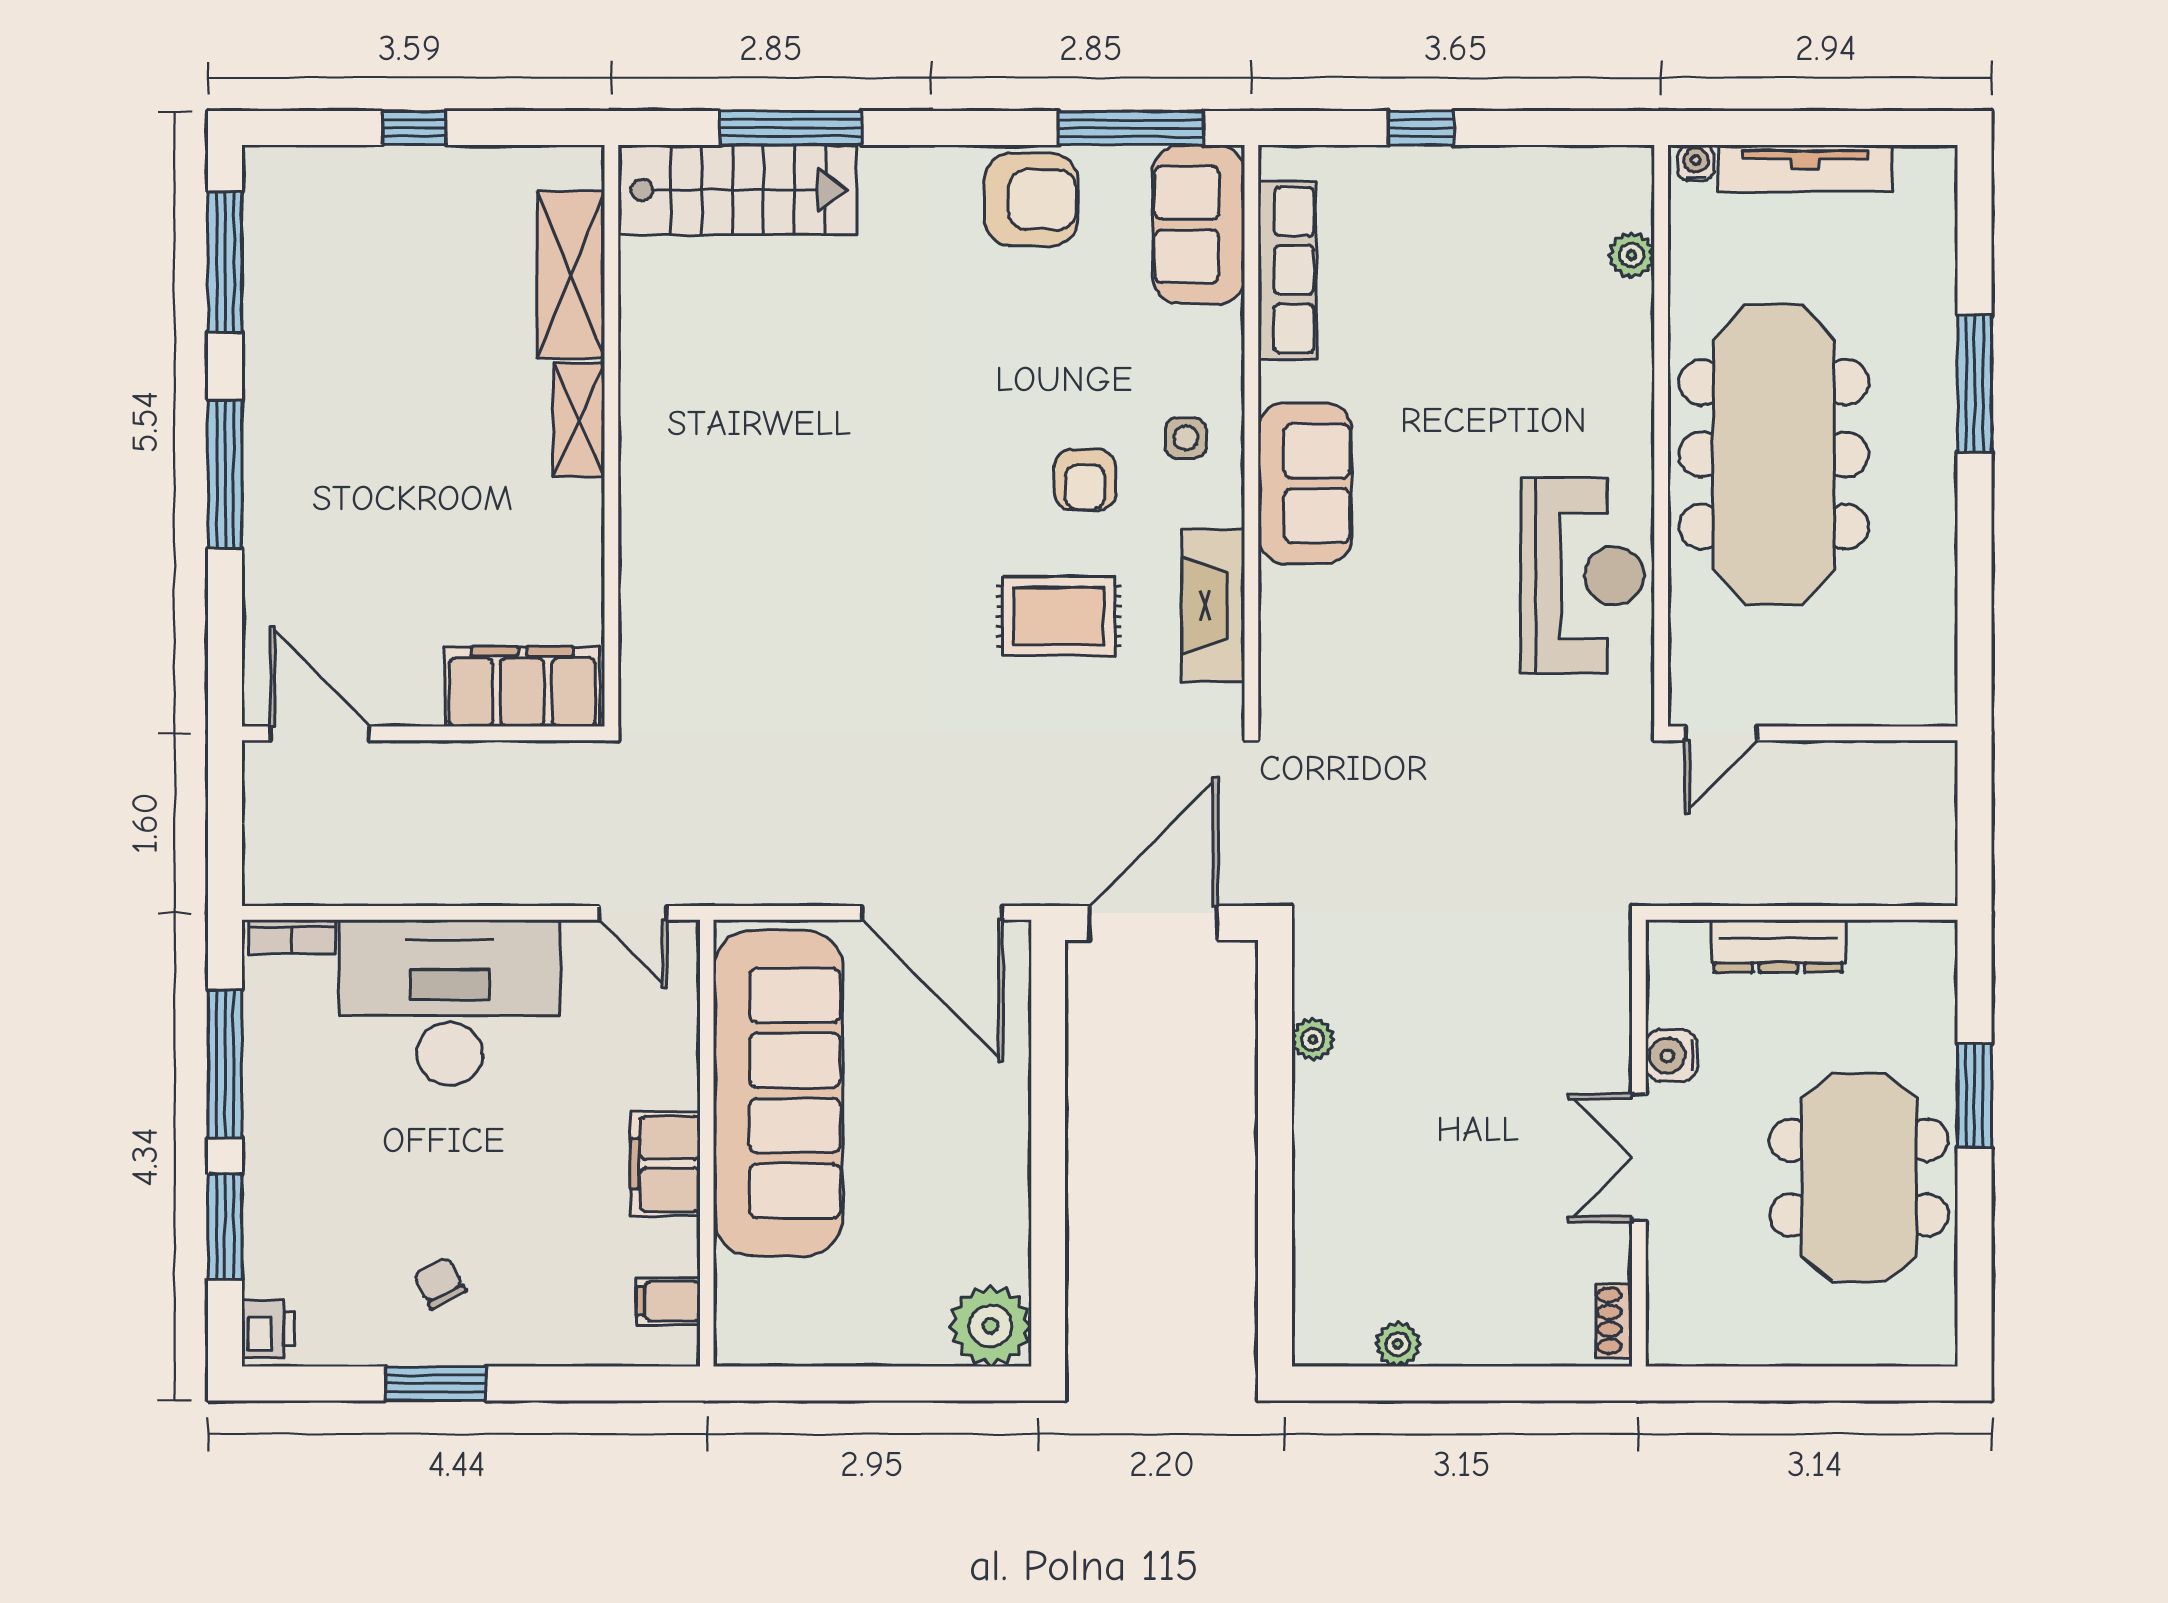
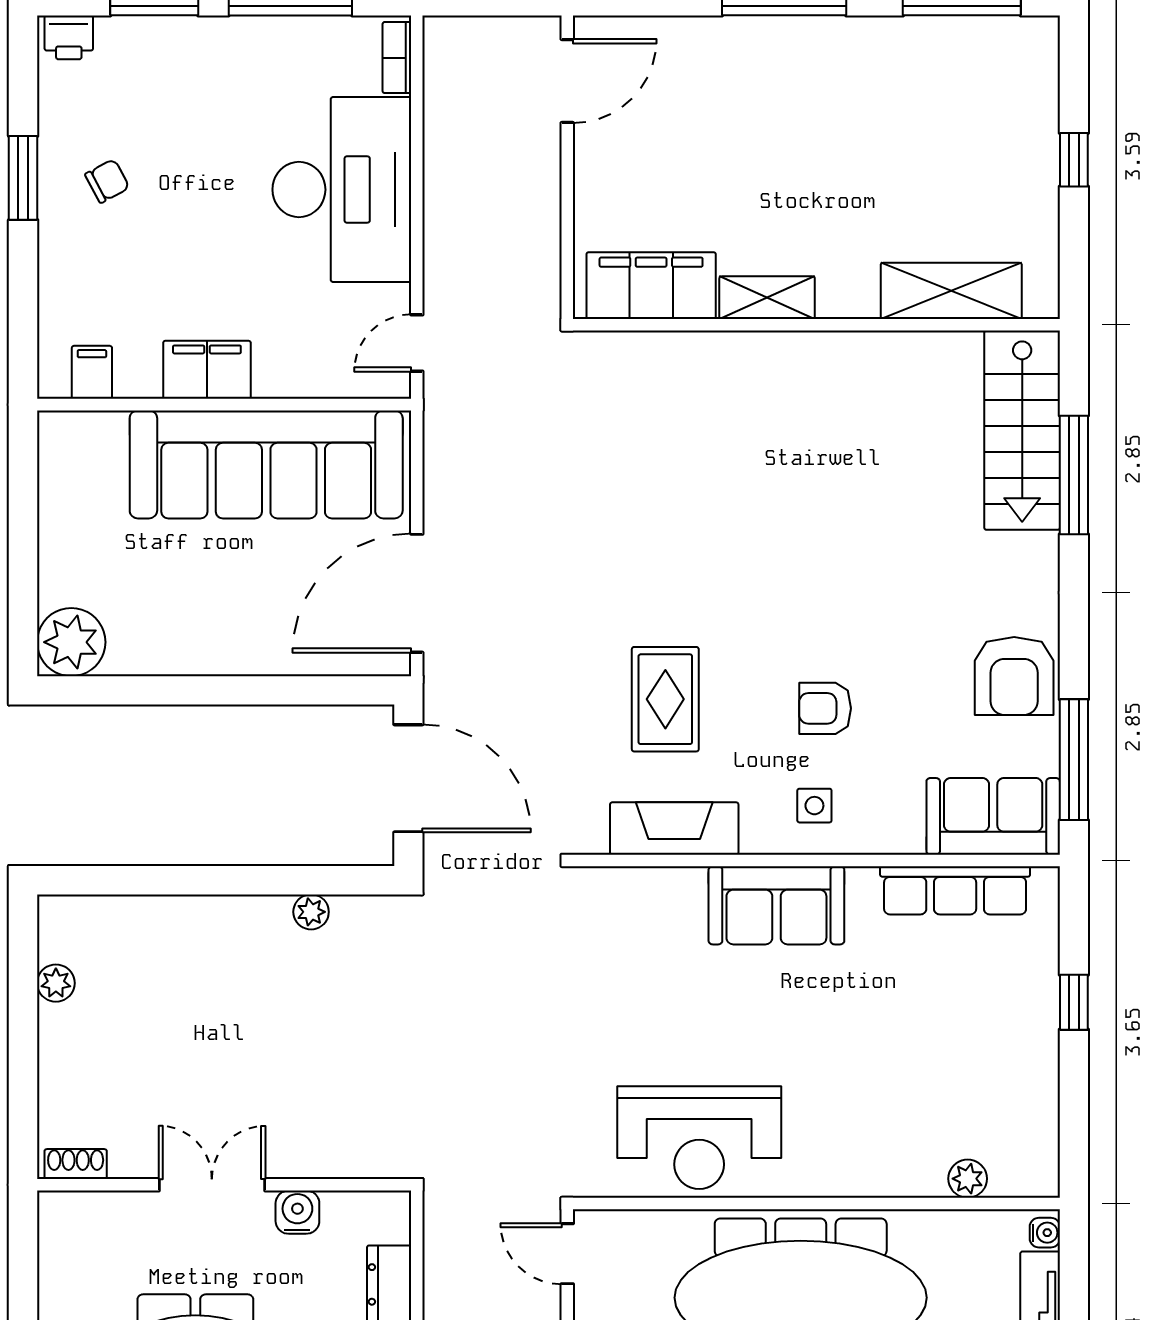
shelving: (579, 420) -> (767, 298), moved
armchair: (1085, 480) -> (825, 708), moved
filing cabinet: (522, 687) -> (651, 286), moved, turned -90

